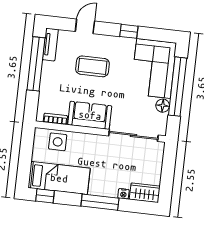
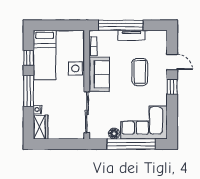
window: (129, 31) -> (172, 87), moved
tv unit: (50, 45) -> (131, 35), moved
window: (36, 64) -> (121, 25), moved
side table: (58, 142) -> (75, 68), moved
window: (45, 196) -> (29, 58), moved

